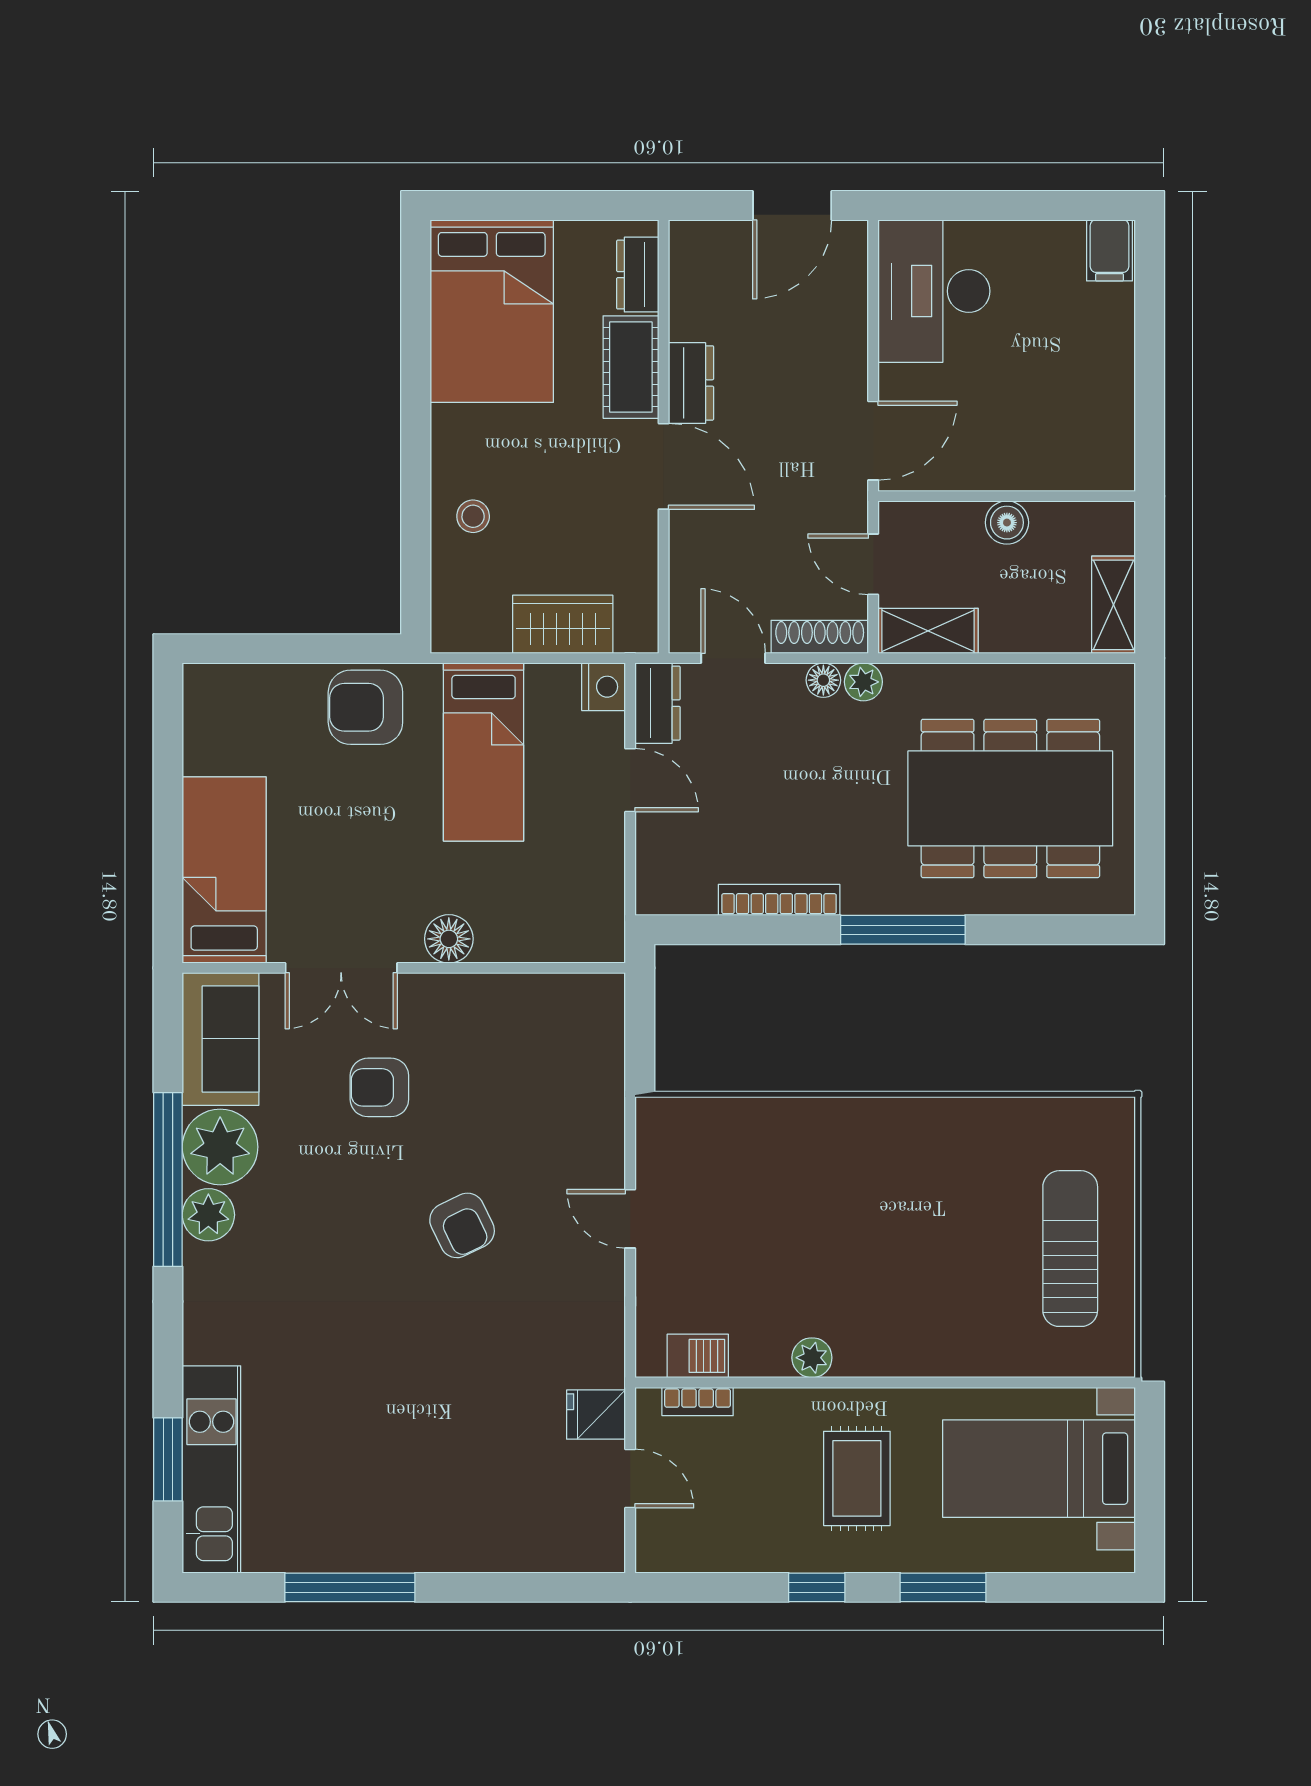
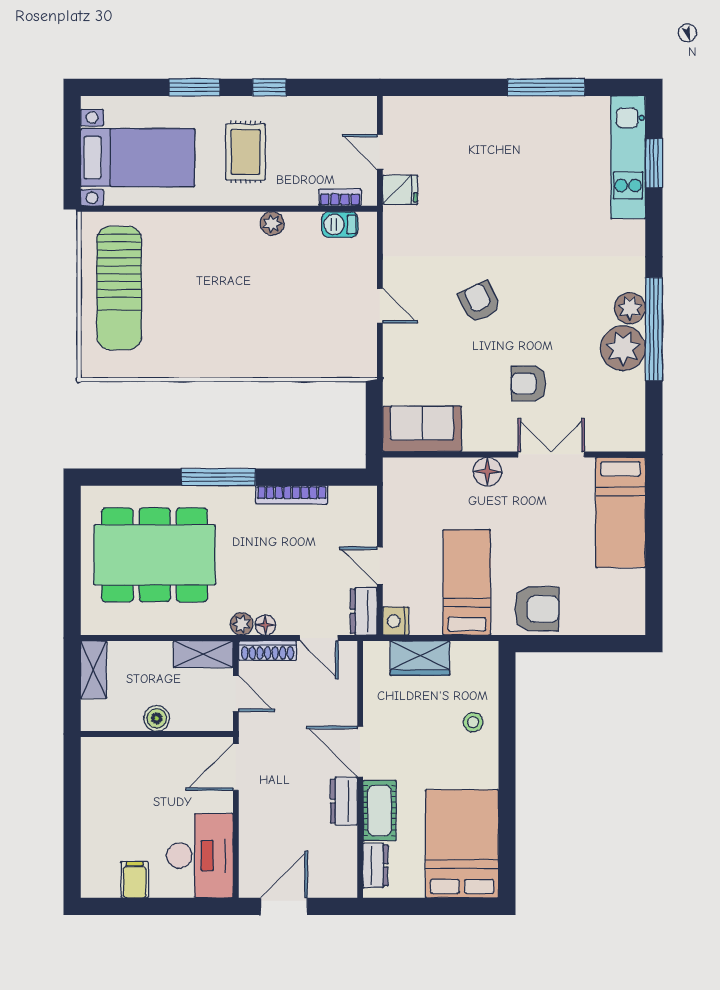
filing cabinet: (1109, 250) -> (135, 880), moved
sofa: (221, 1039) -> (422, 429), moved, turned 90
armchair: (379, 1087) -> (529, 384), turned 180
sun lounger: (1070, 1249) -> (119, 288), width x1.36, depth x1.34

